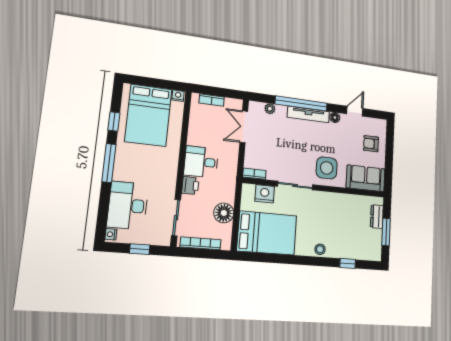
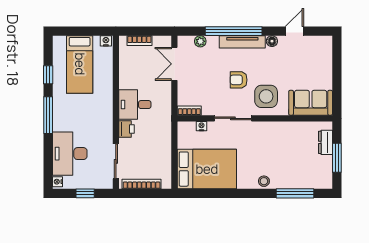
bed: (148, 115) -> (80, 64), width x0.67
armchair: (371, 144) -> (239, 80), moved
nightstand: (265, 194) -> (201, 126), width x0.53, depth x0.56
floor lamp: (224, 213) -> (162, 153), removed
window: (348, 263) -> (295, 193), width x2.17

